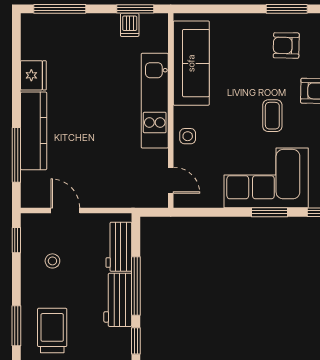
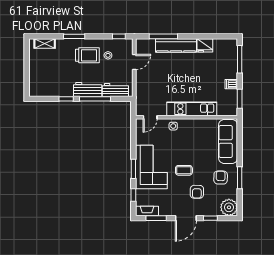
dishwasher: (130, 25) -> (231, 84), moved
sofa: (191, 63) -> (228, 142), moved, turned 90
trolley: (52, 331) -> (87, 55), moved

